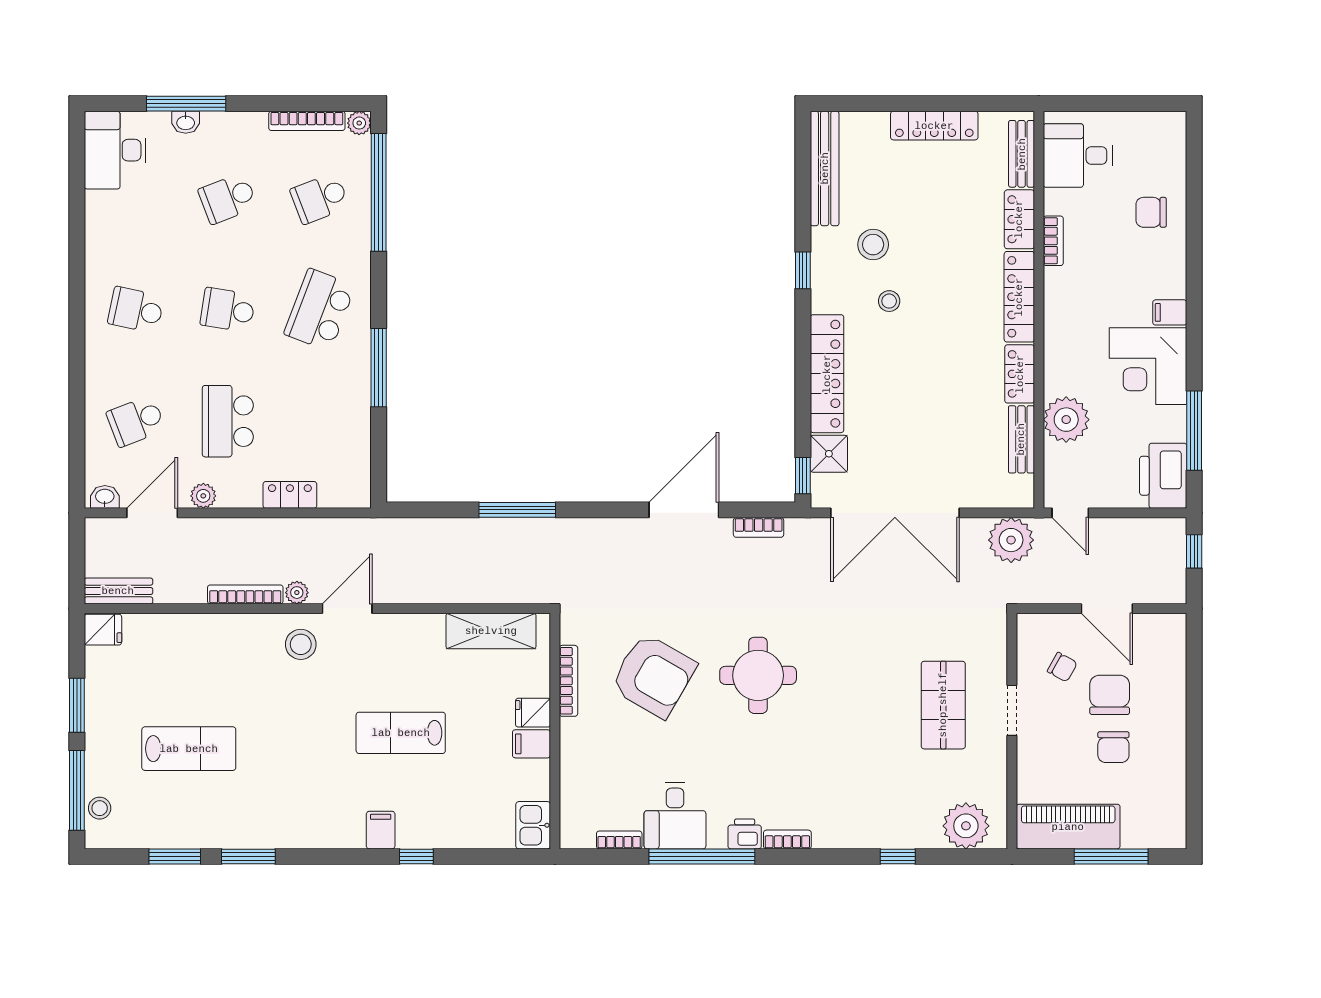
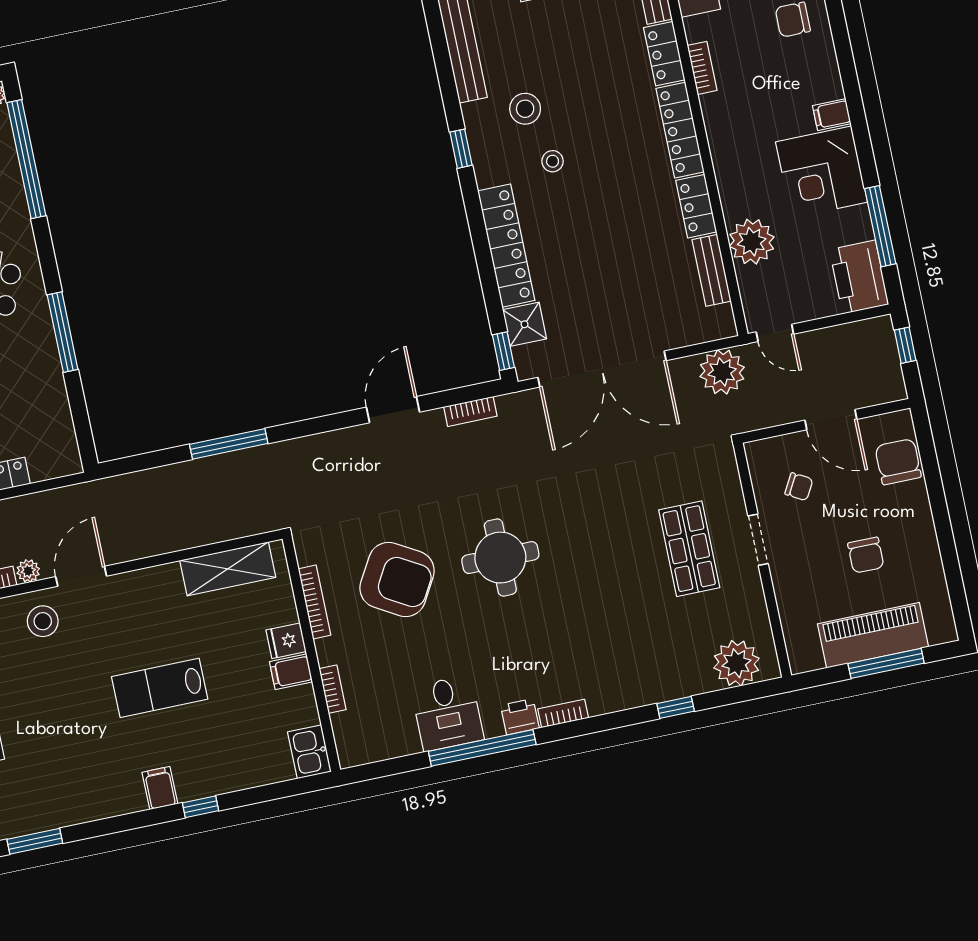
door: (684, 510) -> (393, 410), width x0.73
chair: (1110, 695) -> (898, 462), moved
piano: (1068, 827) -> (873, 635), moved
bookcase: (619, 840) -> (333, 689), moved, turned 90

